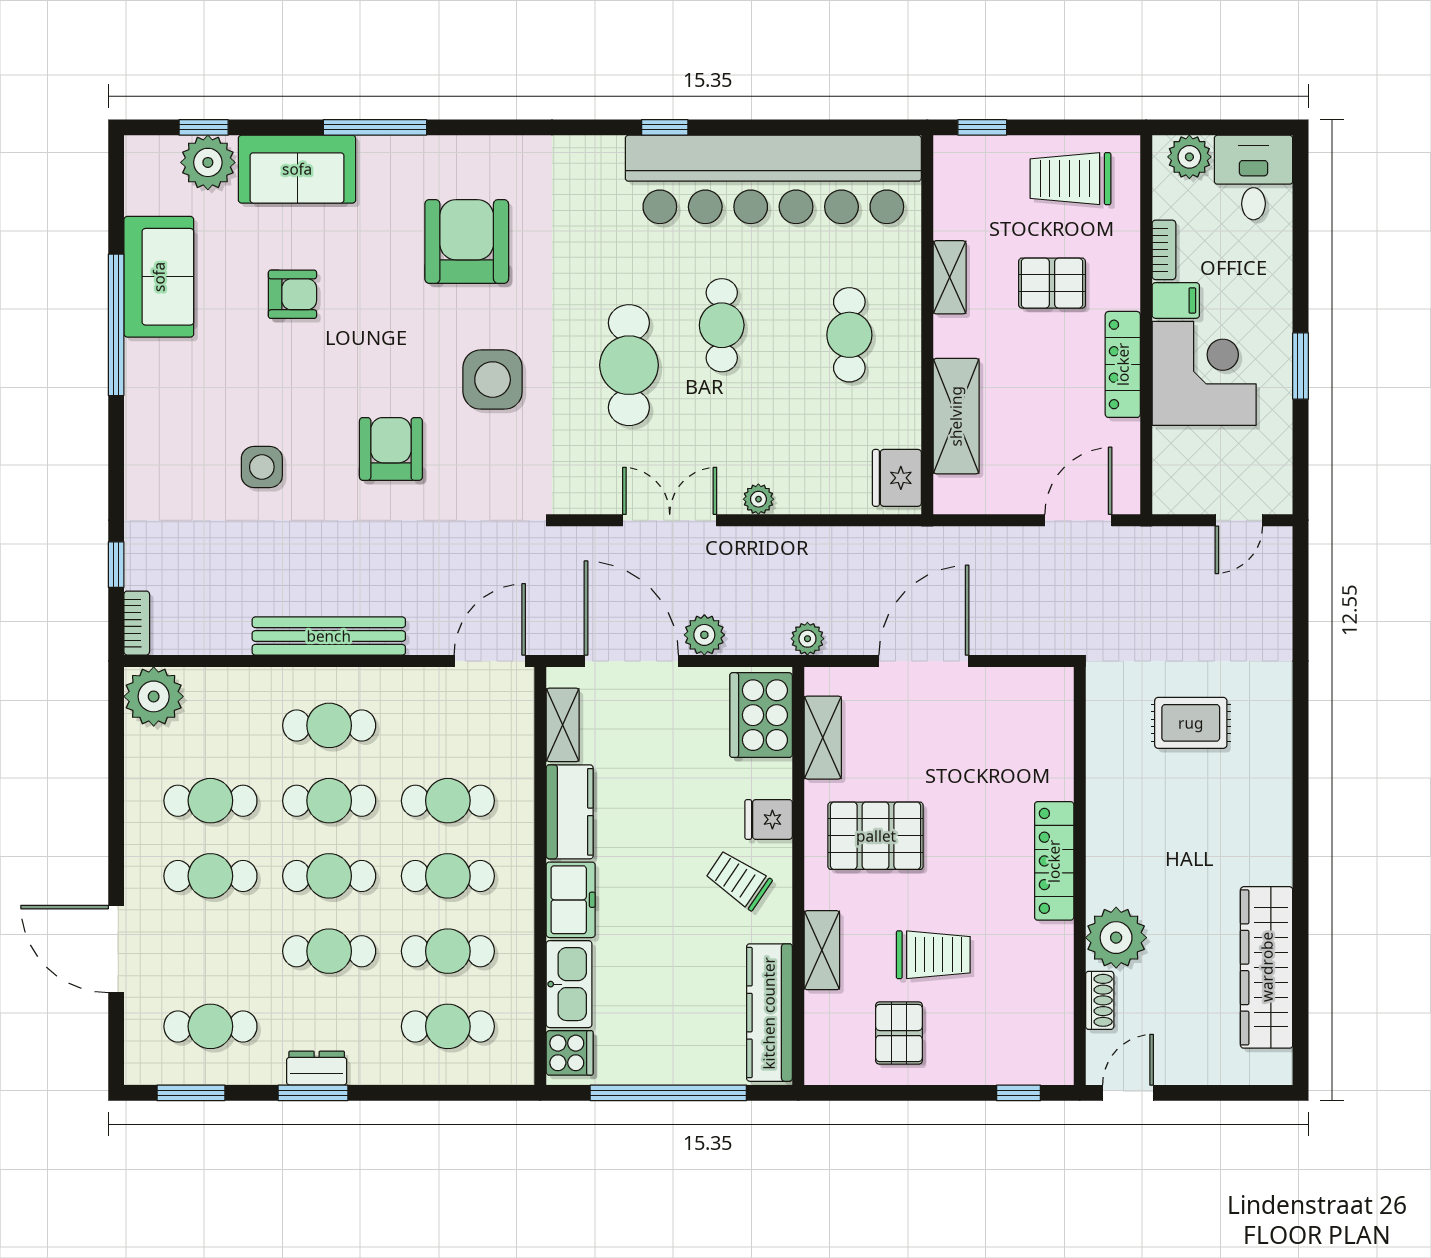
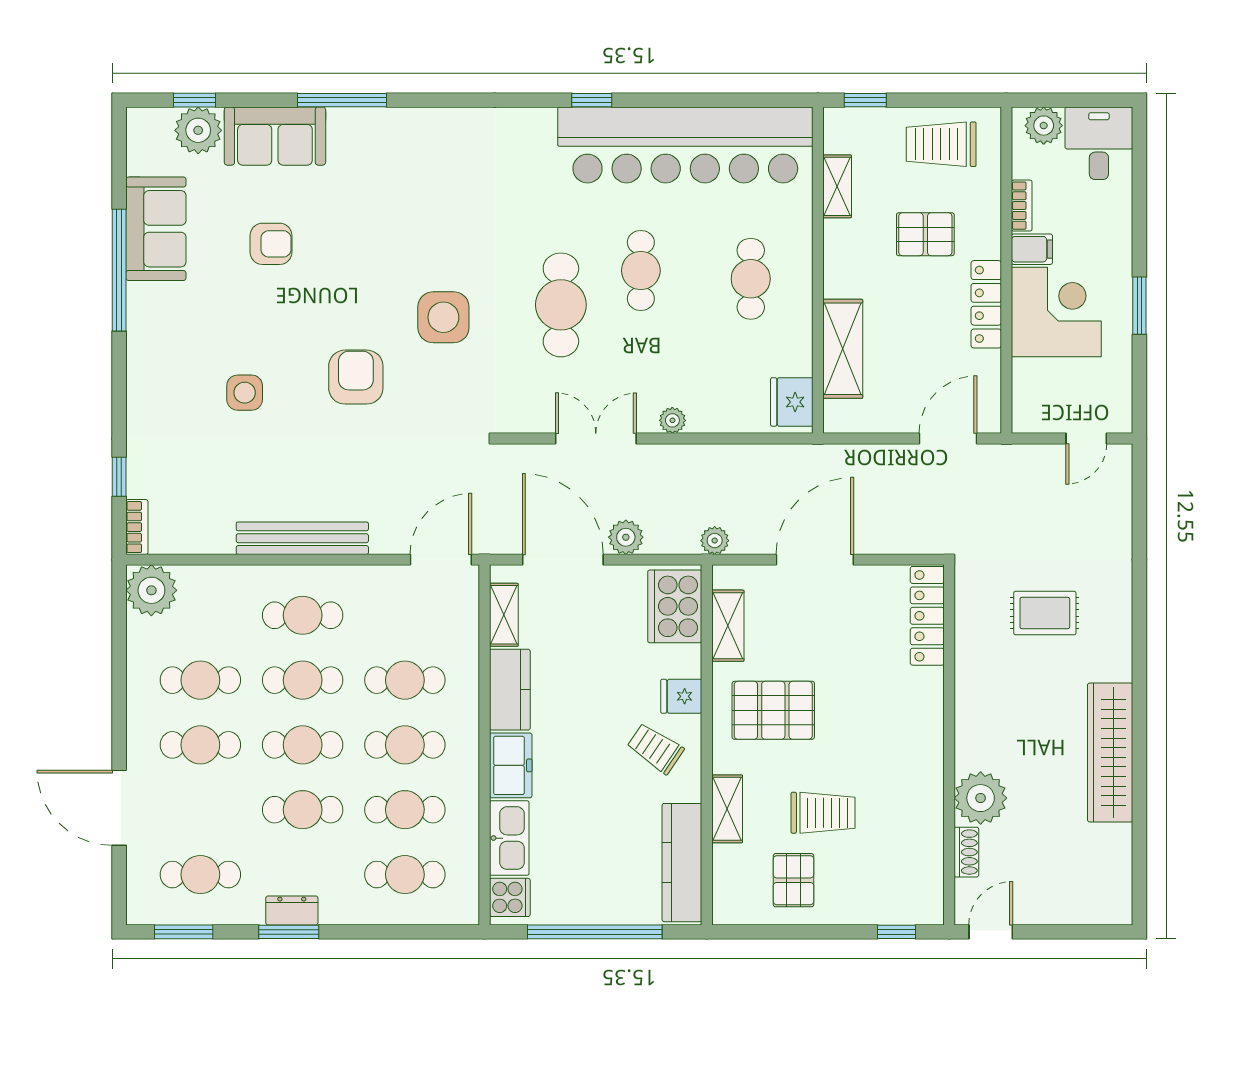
armchair: (467, 241) -> (421, 198), removed
shelving: (950, 277) -> (837, 186), moved
locker: (1054, 861) -> (927, 616), moved
wardrobe: (1267, 967) -> (1110, 752), moved

